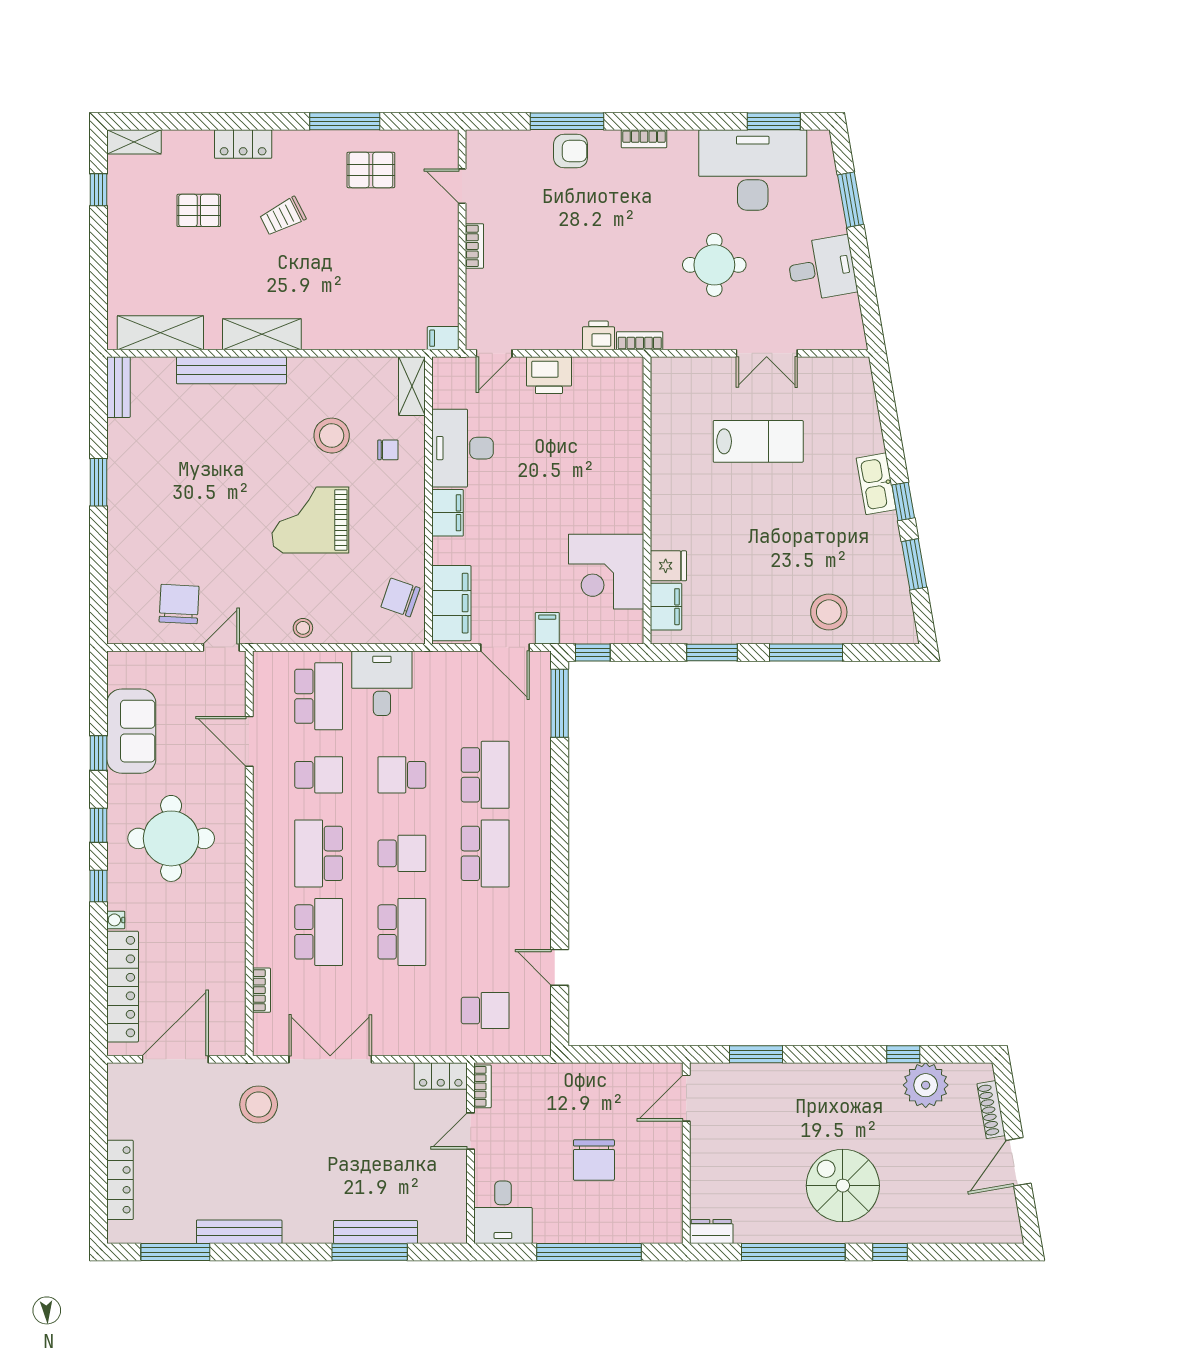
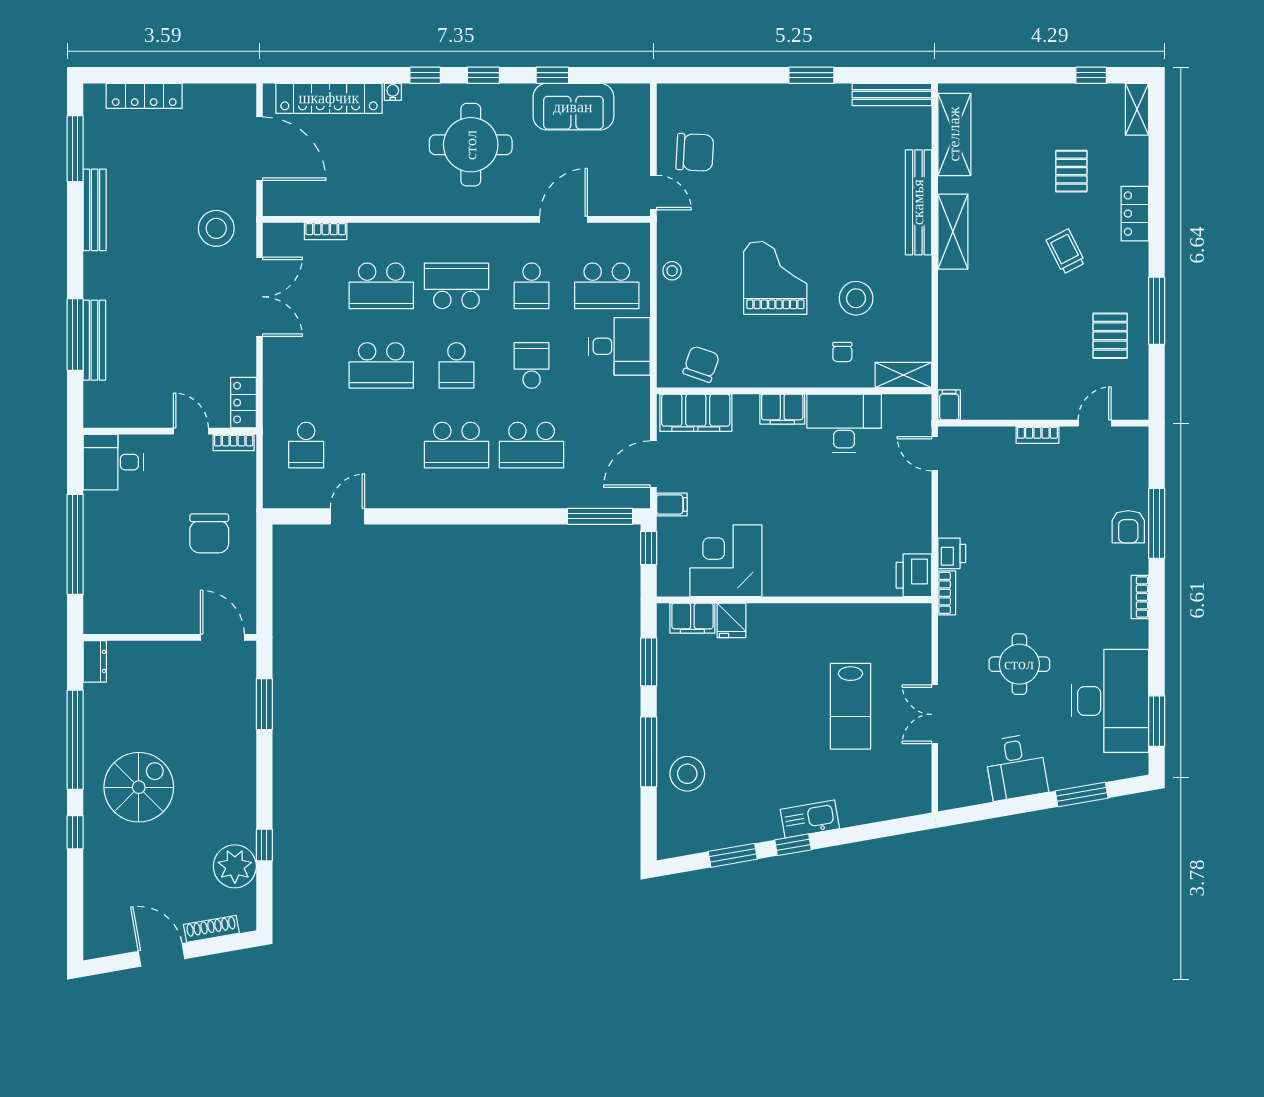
printer: (549, 375) -> (914, 575), moved
bench: (119, 387) -> (892, 94), width x1.36
chair: (594, 1160) -> (209, 533), moved, turned -90

